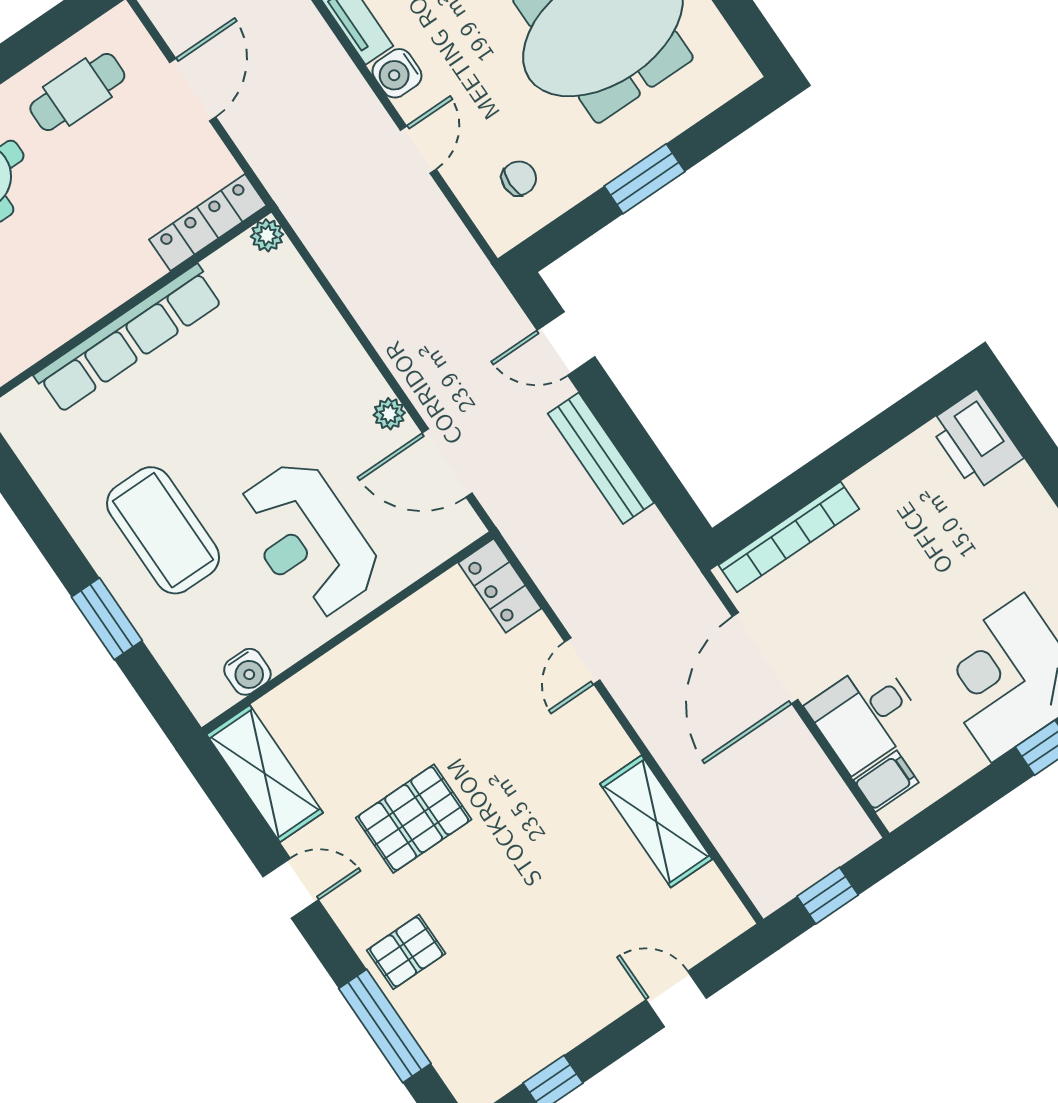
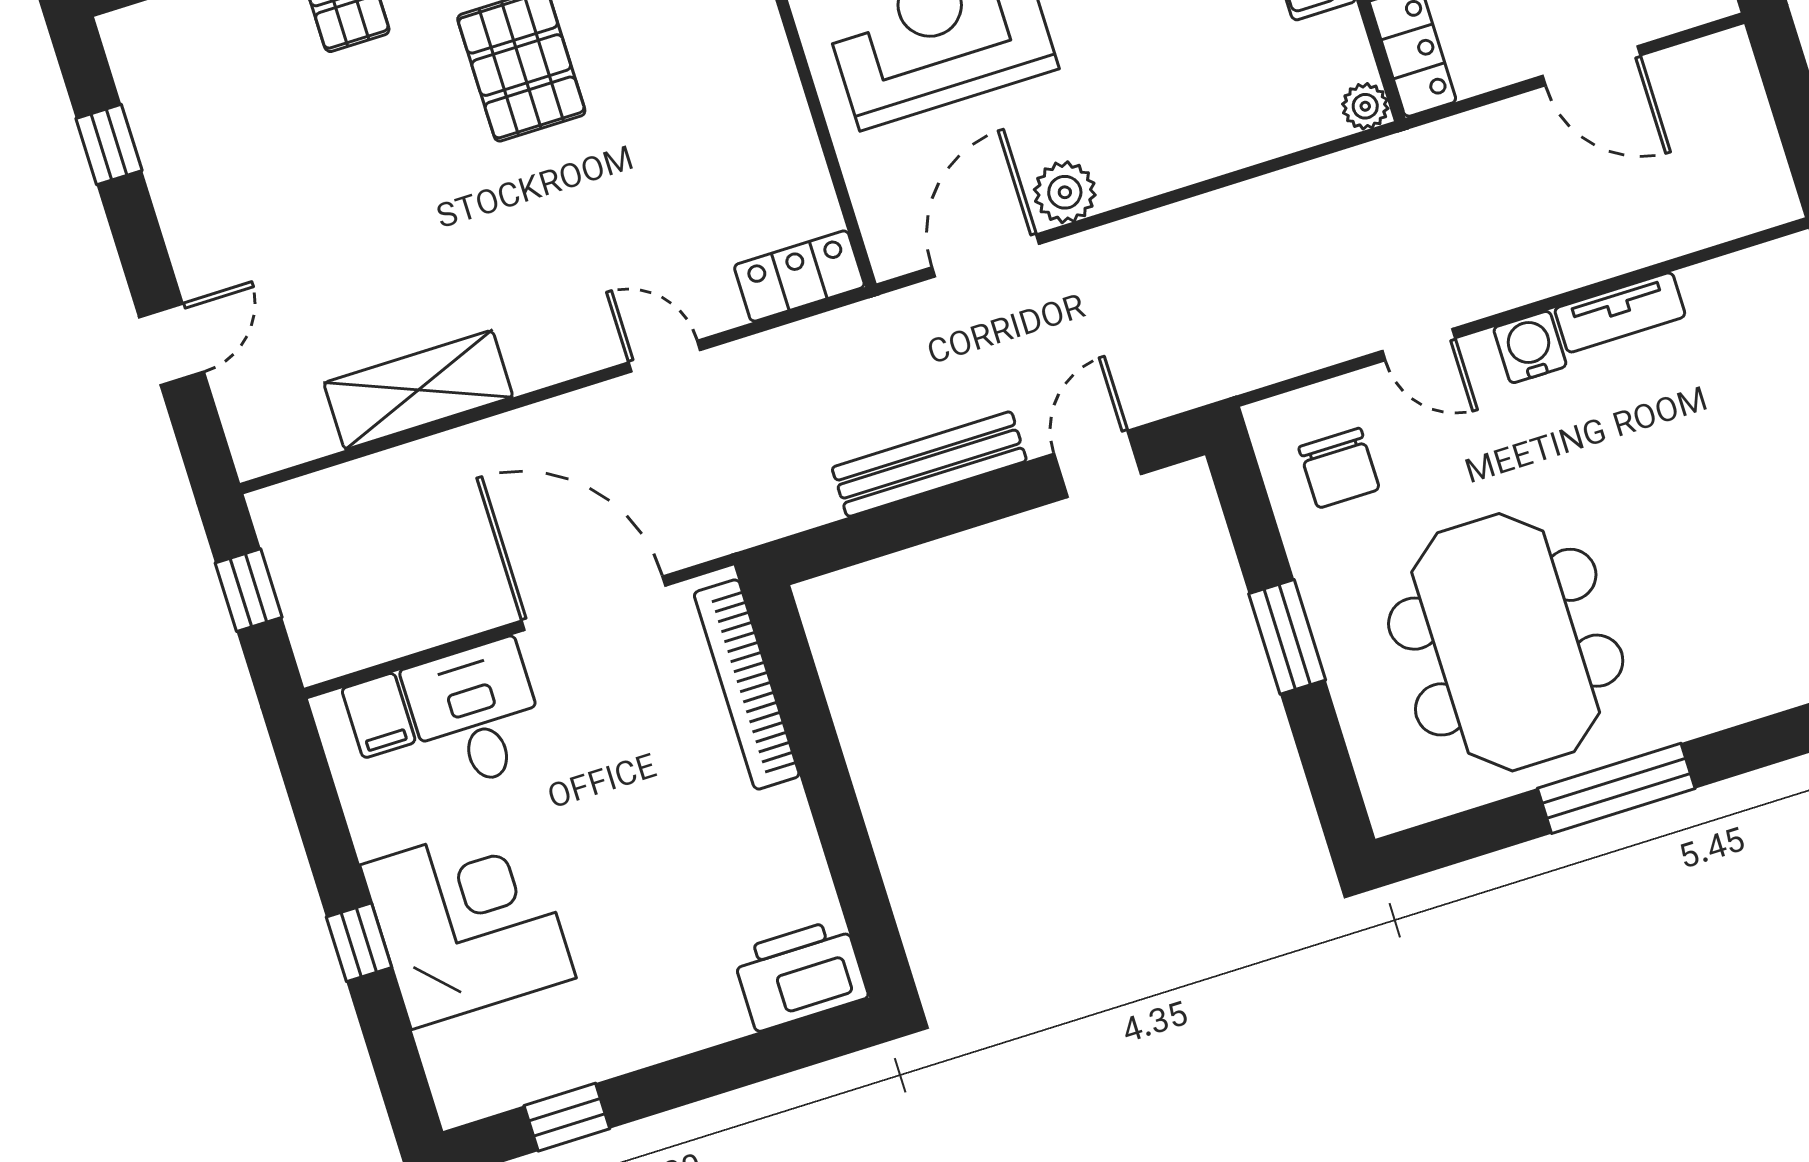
chair: (519, 178) -> (1339, 468), width x1.37, depth x1.37
plant: (389, 414) -> (1065, 192), width x1.38, depth x1.38

